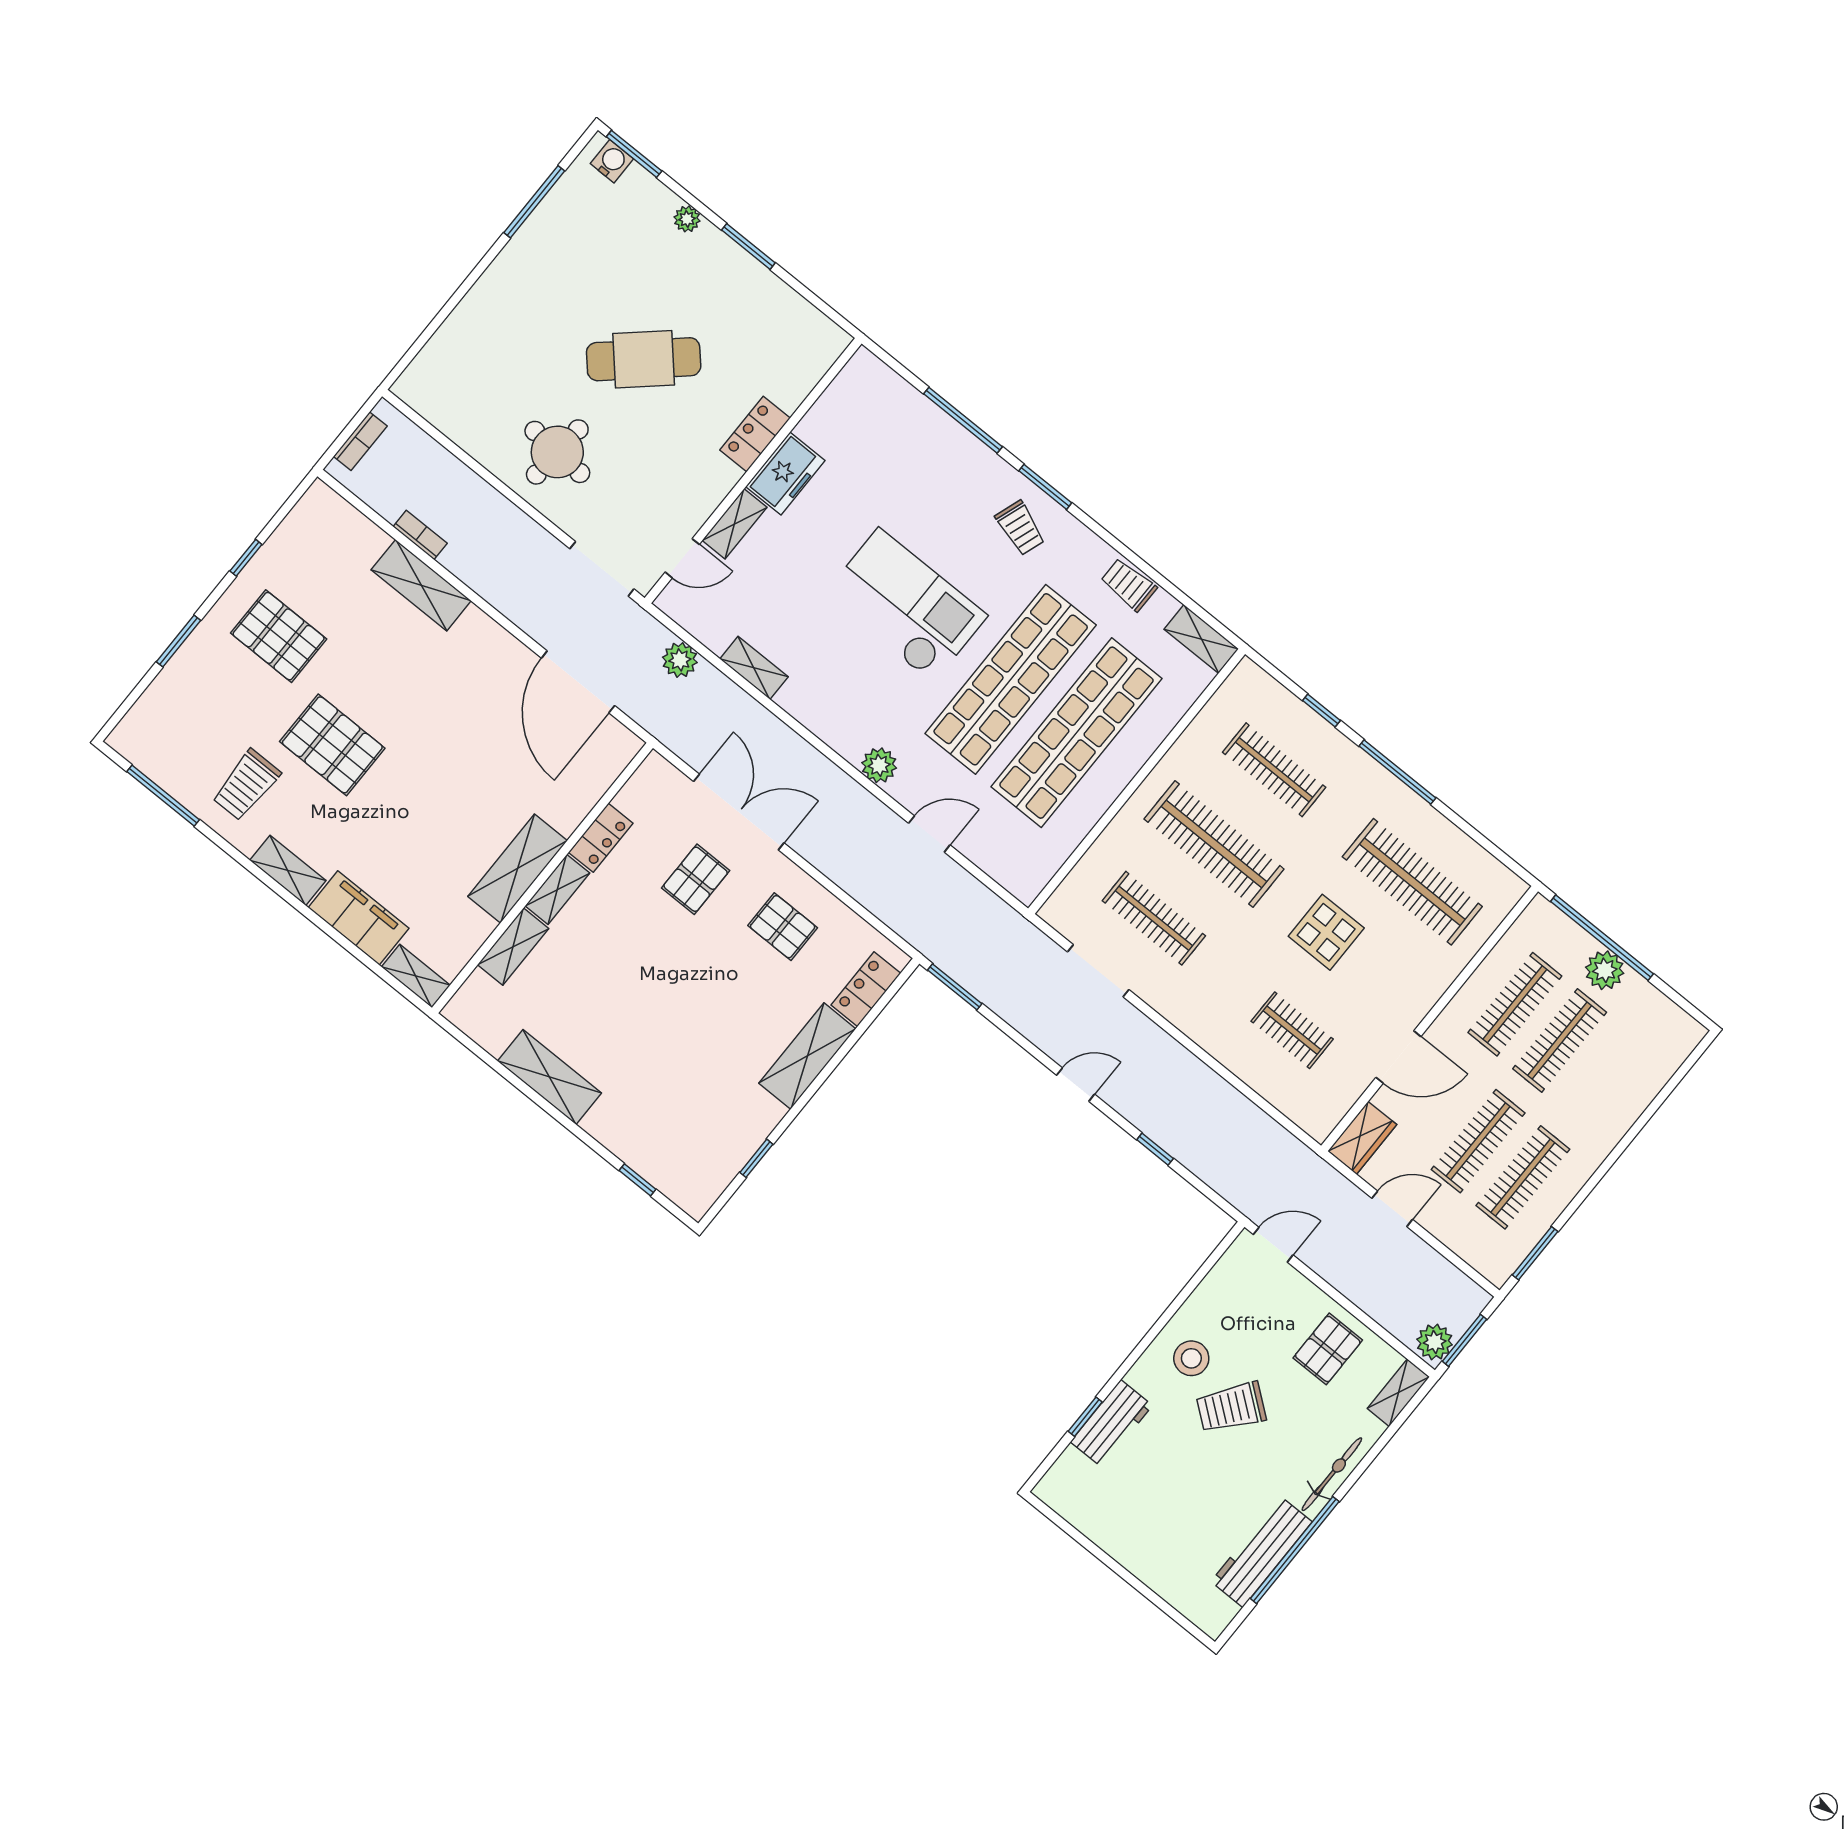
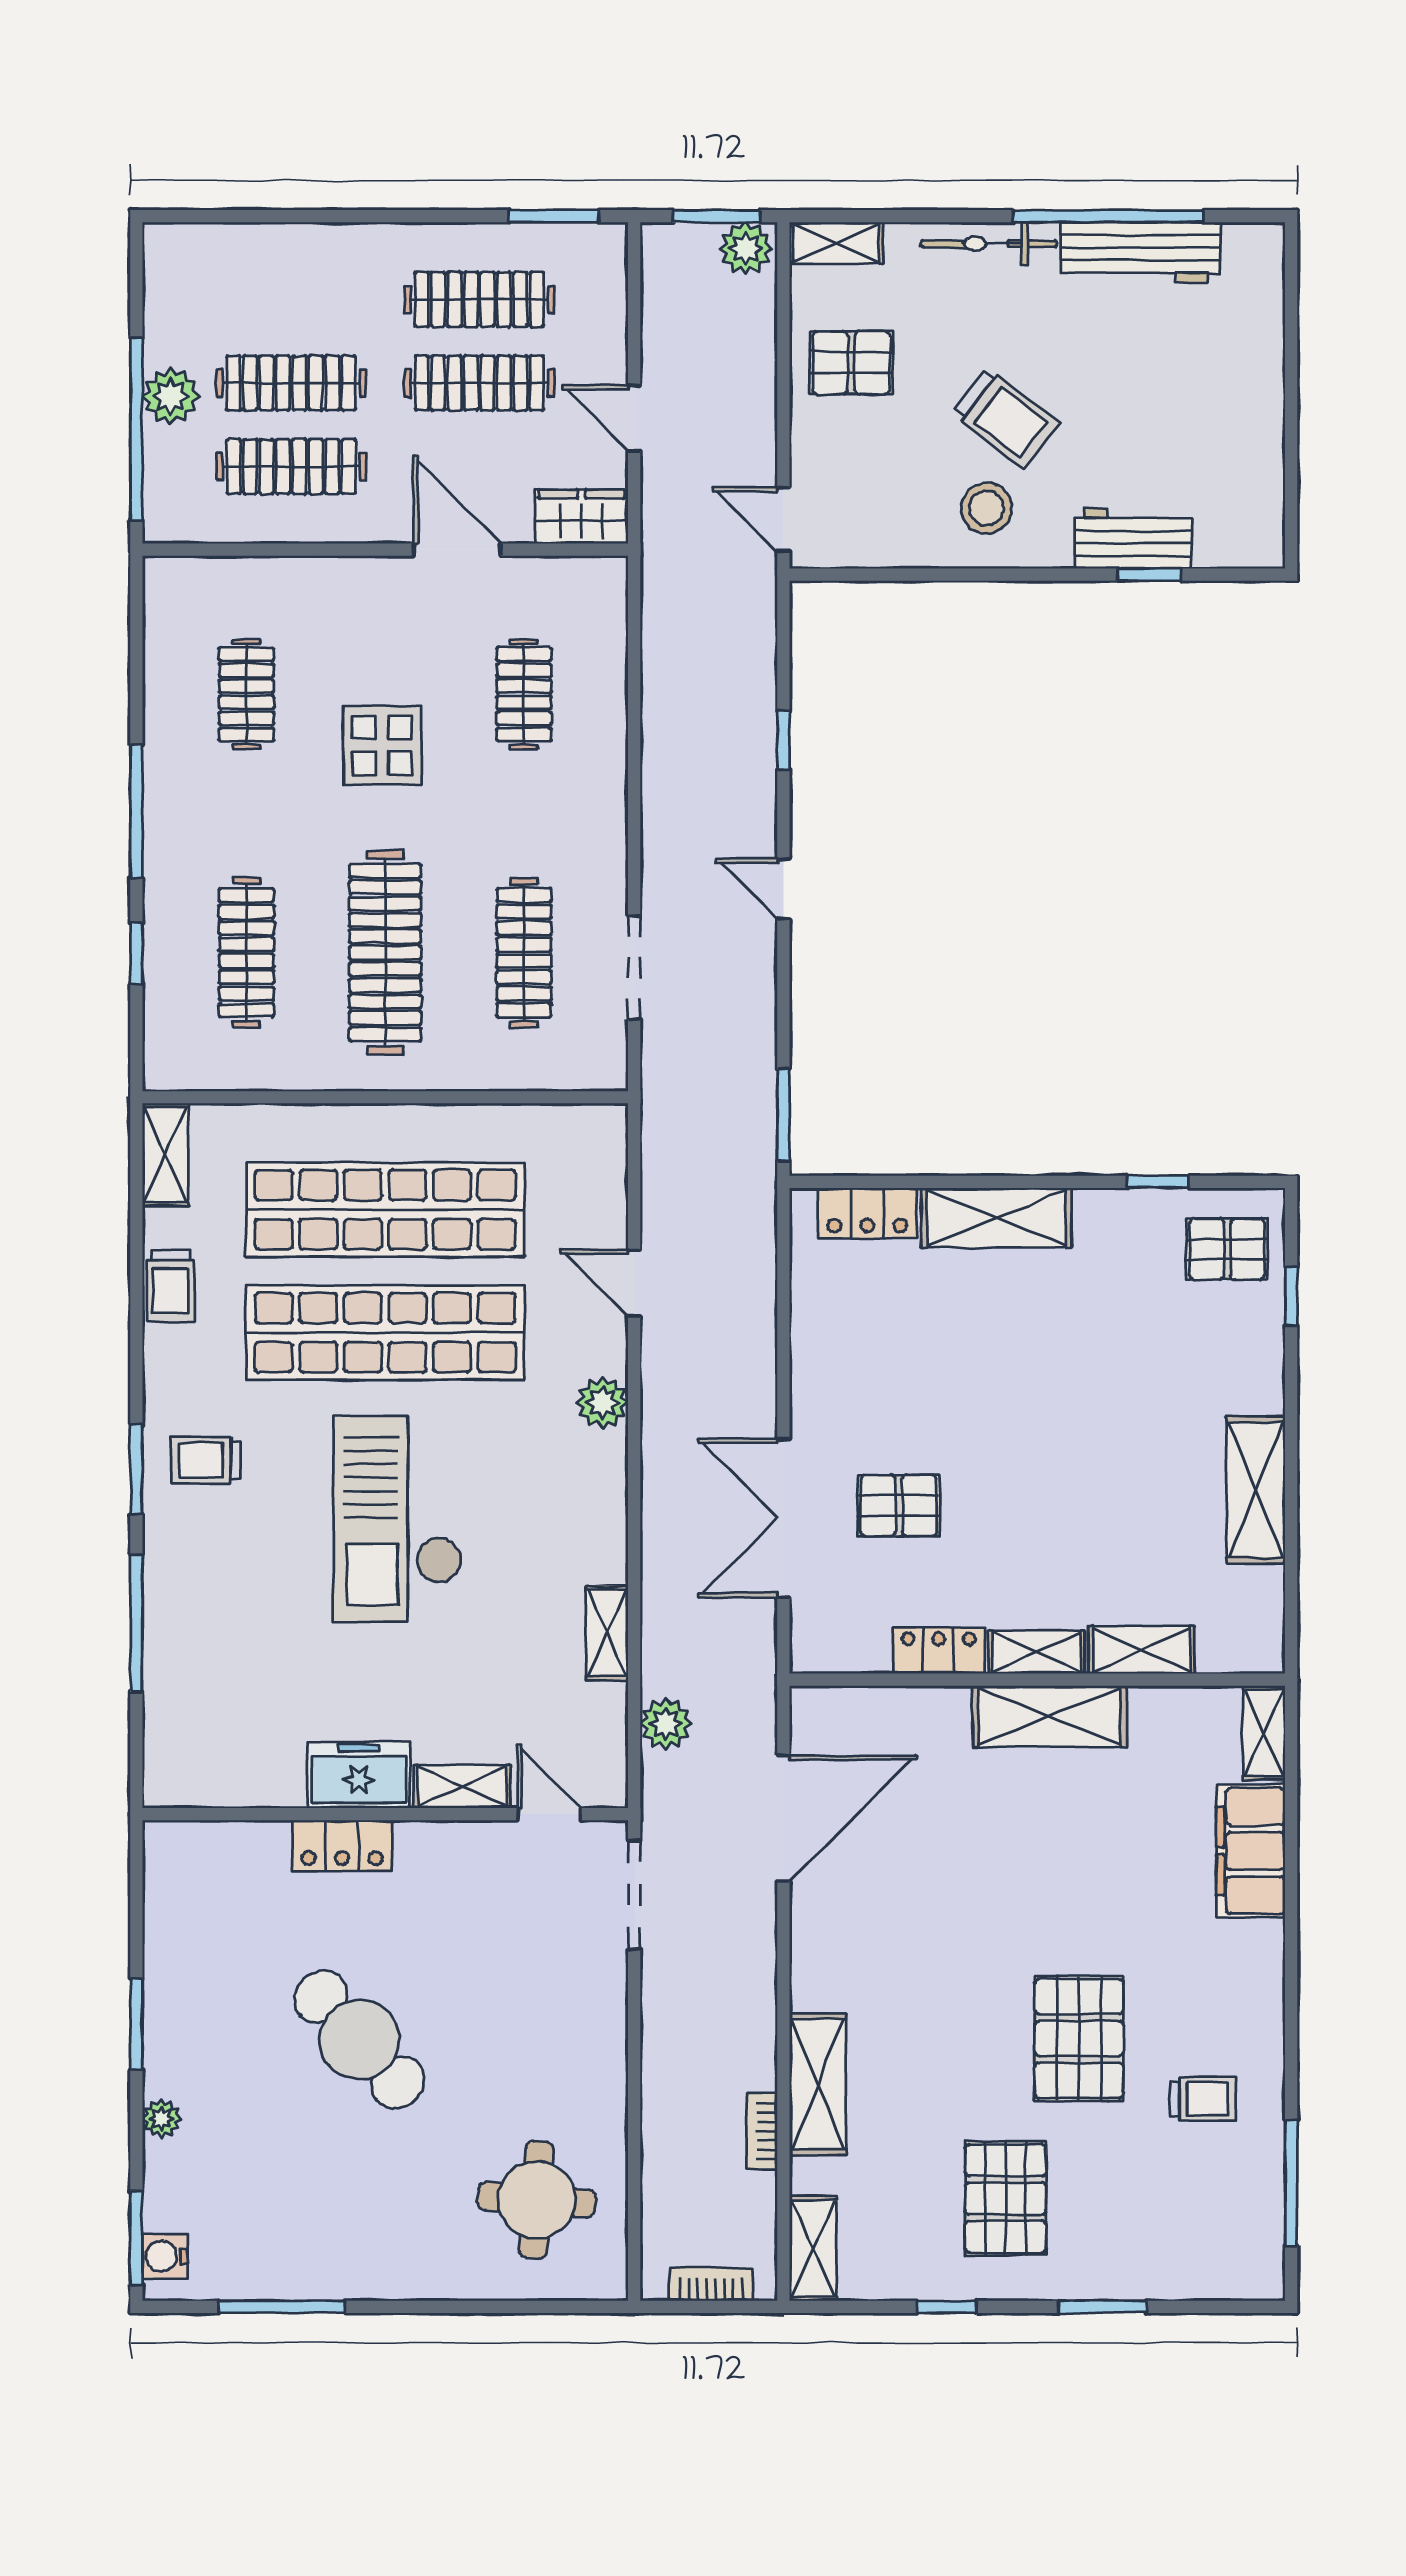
round table: (557, 452) -> (536, 2200), moved
trolley: (1020, 528) -> (206, 1460), turned -109
trolley: (246, 785) -> (1203, 2099), width x0.73, depth x0.72
shelving: (288, 870) -> (813, 2248), moved
clothes rail: (1412, 882) -> (246, 694), width x0.54, depth x0.76
pallet: (783, 927) -> (1227, 1249), moved, turned 90

